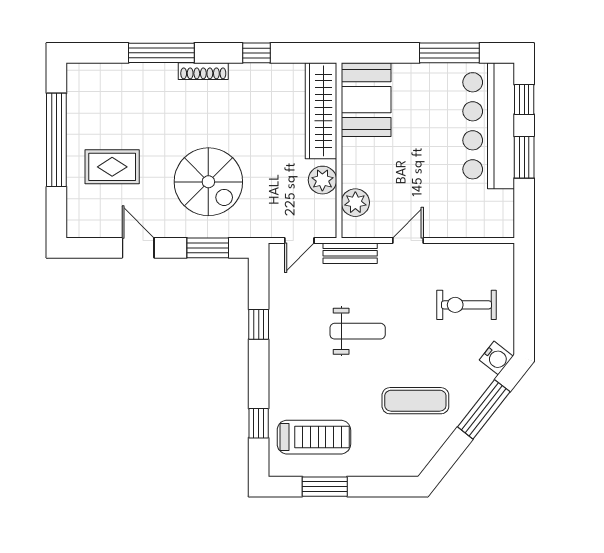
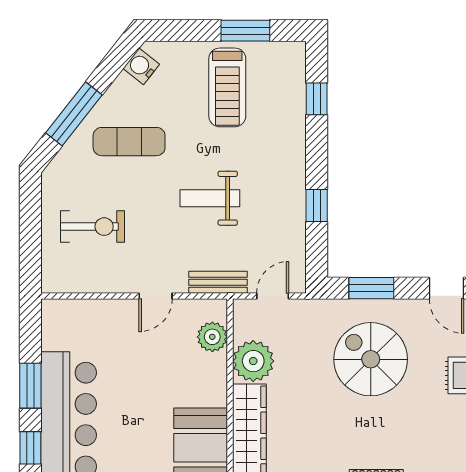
plant: (322, 180) -> (253, 361), width x1.36, depth x1.36
water cooler: (496, 358) -> (141, 66), moved
exercise mat: (415, 401) -> (129, 142), moved
treadmill: (314, 437) -> (227, 87), moved, turned -90

